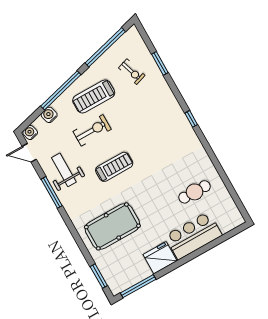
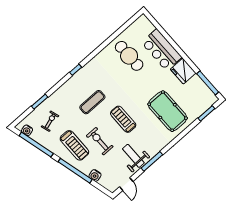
water cooler: (30, 132) -> (27, 130), moved
exercise mat: (145, 132) -> (92, 102), added
weight bench: (64, 170) -> (133, 156), turned 90
cafe table: (195, 192) -> (129, 56), width x1.37, depth x1.35

